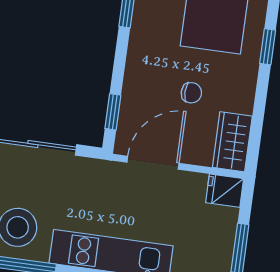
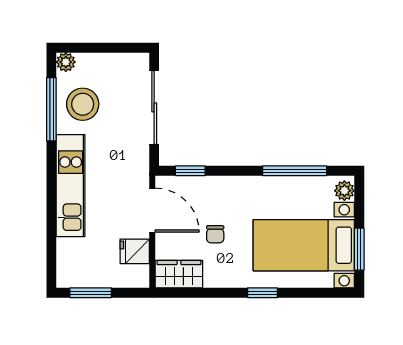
fridge: (225, 191) -> (135, 251), moved, turned -90

